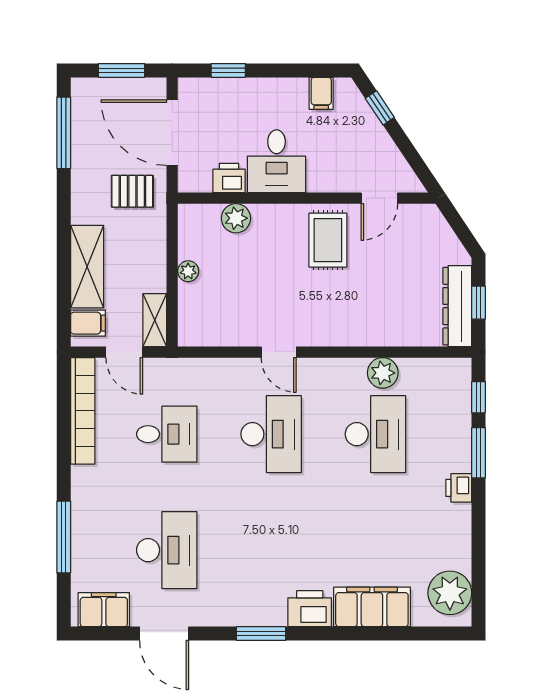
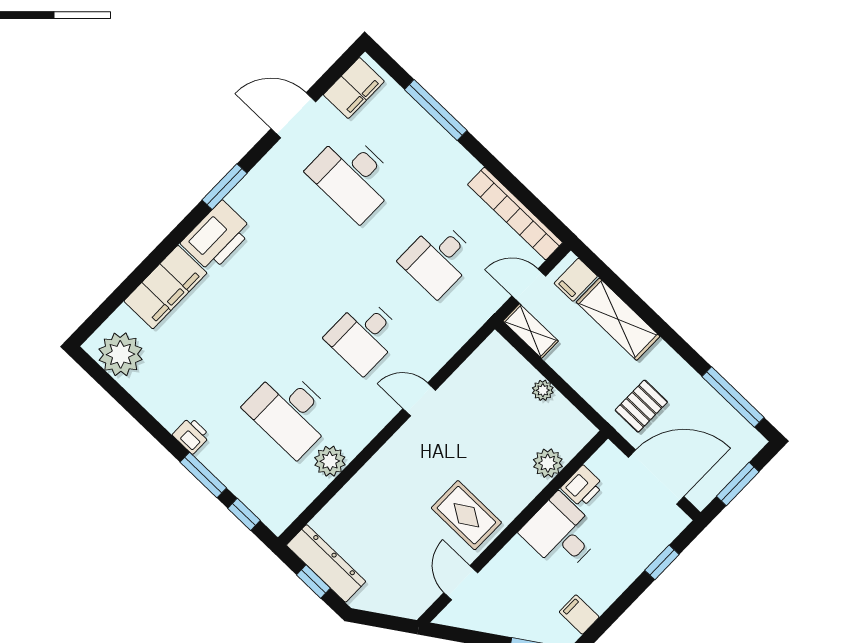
desk: (271, 434) -> (364, 336), width x0.73
printer: (310, 609) -> (217, 236), width x1.37, depth x1.19

